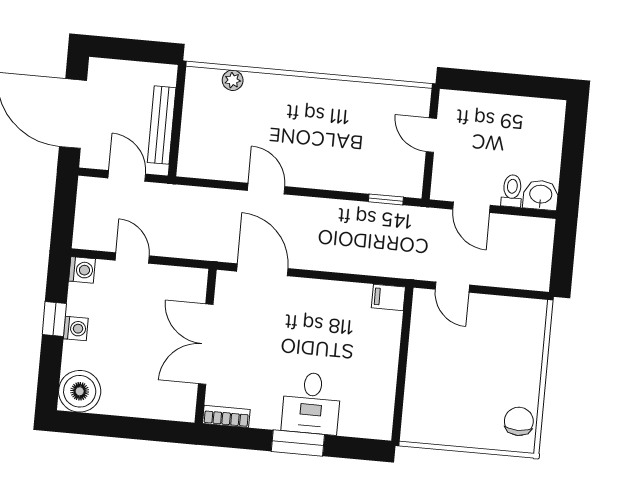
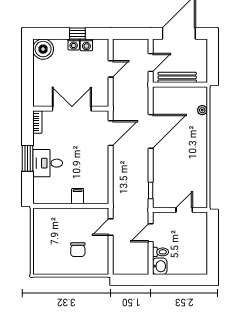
door: (266, 189) -> (151, 131), width x1.88
washing machine: (82, 270) -> (86, 45), moved
filing cabinet: (388, 297) -> (78, 196), moved
chair: (519, 421) -> (78, 250), moved, turned 90

